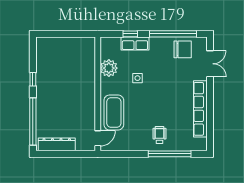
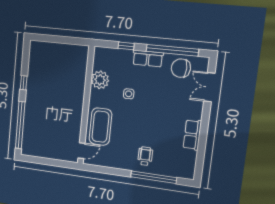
row of seats: (135, 44) -> (148, 58), moved
chair: (183, 49) -> (181, 68), turned 180
double door: (210, 64) -> (209, 87), swing flipped
row of seats: (200, 109) -> (192, 135), width x0.50
dresser: (57, 144) -> (41, 151), removed

